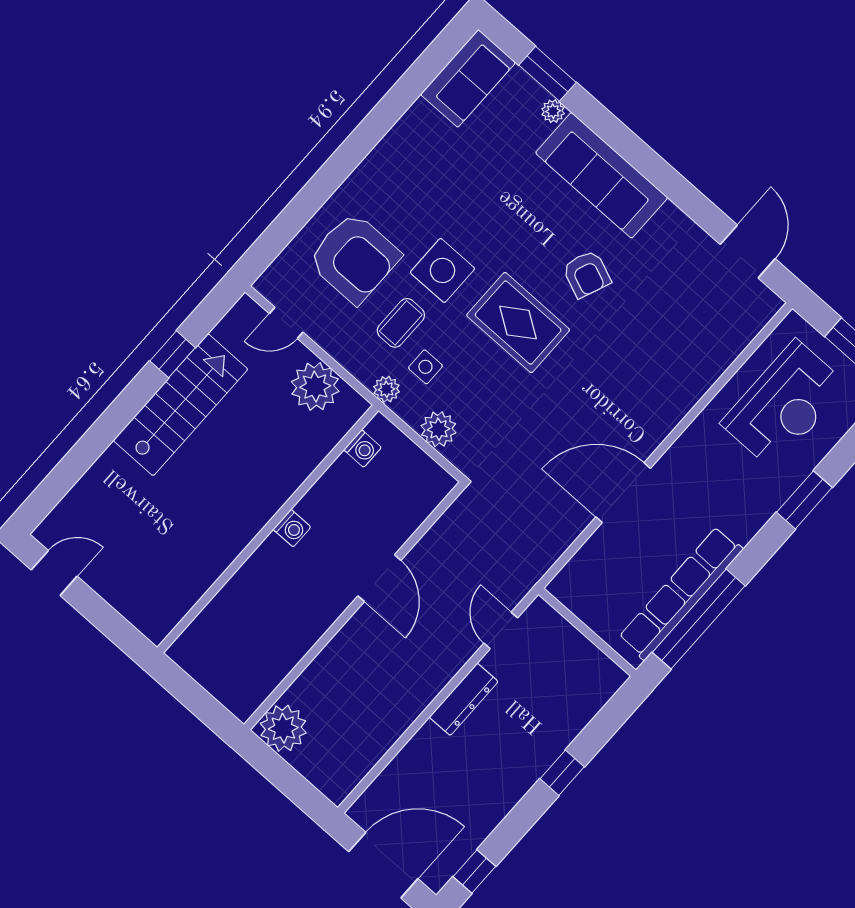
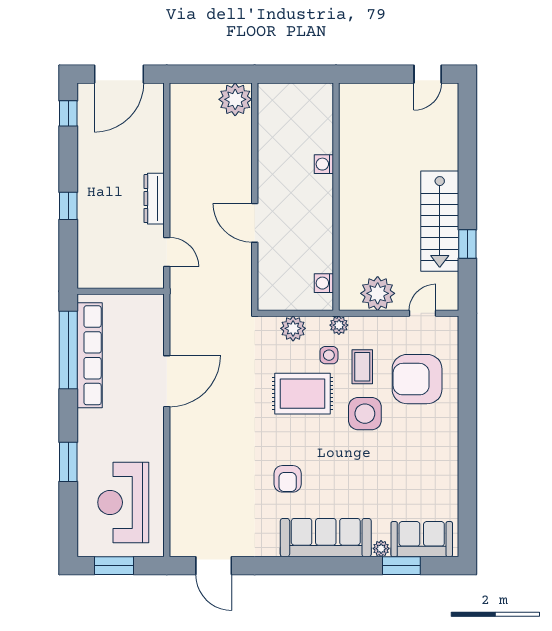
sofa: (468, 78) -> (422, 539), moved, turned 90
armchair: (587, 274) -> (288, 479), turned -112
rug: (518, 323) -> (303, 394), moved
washing machine: (292, 528) -> (324, 164), moved

